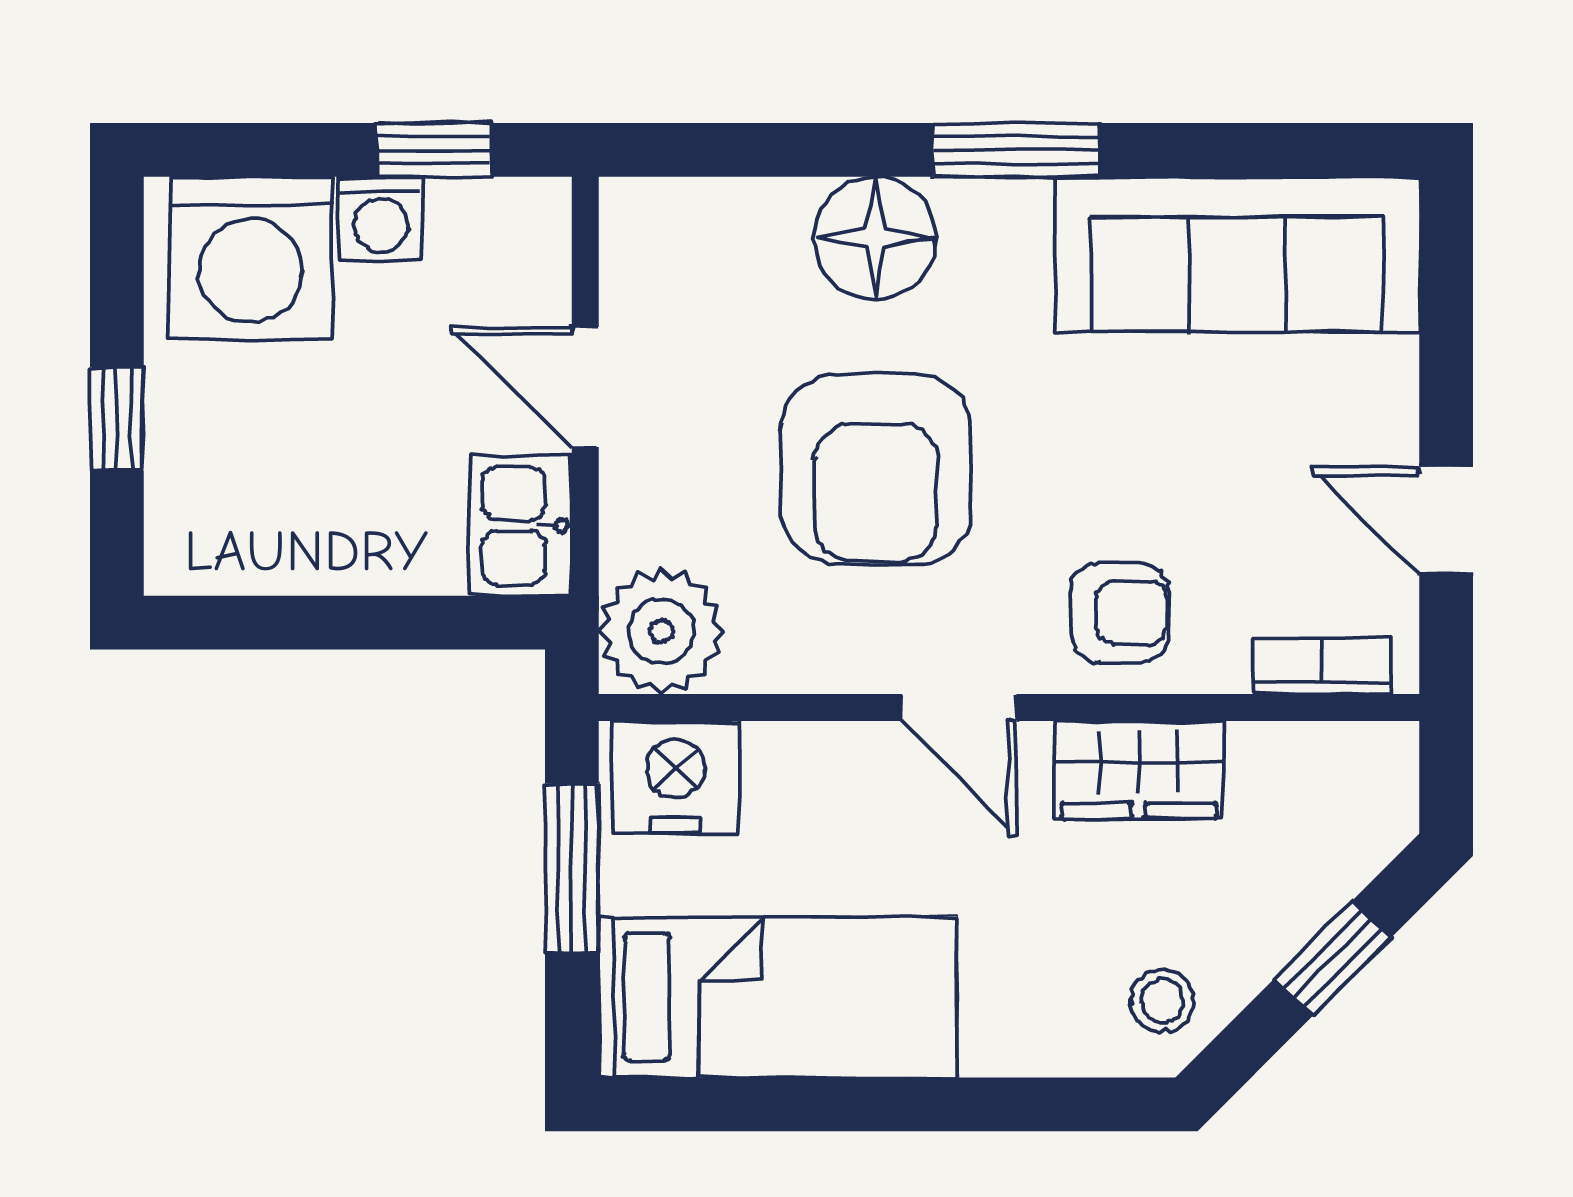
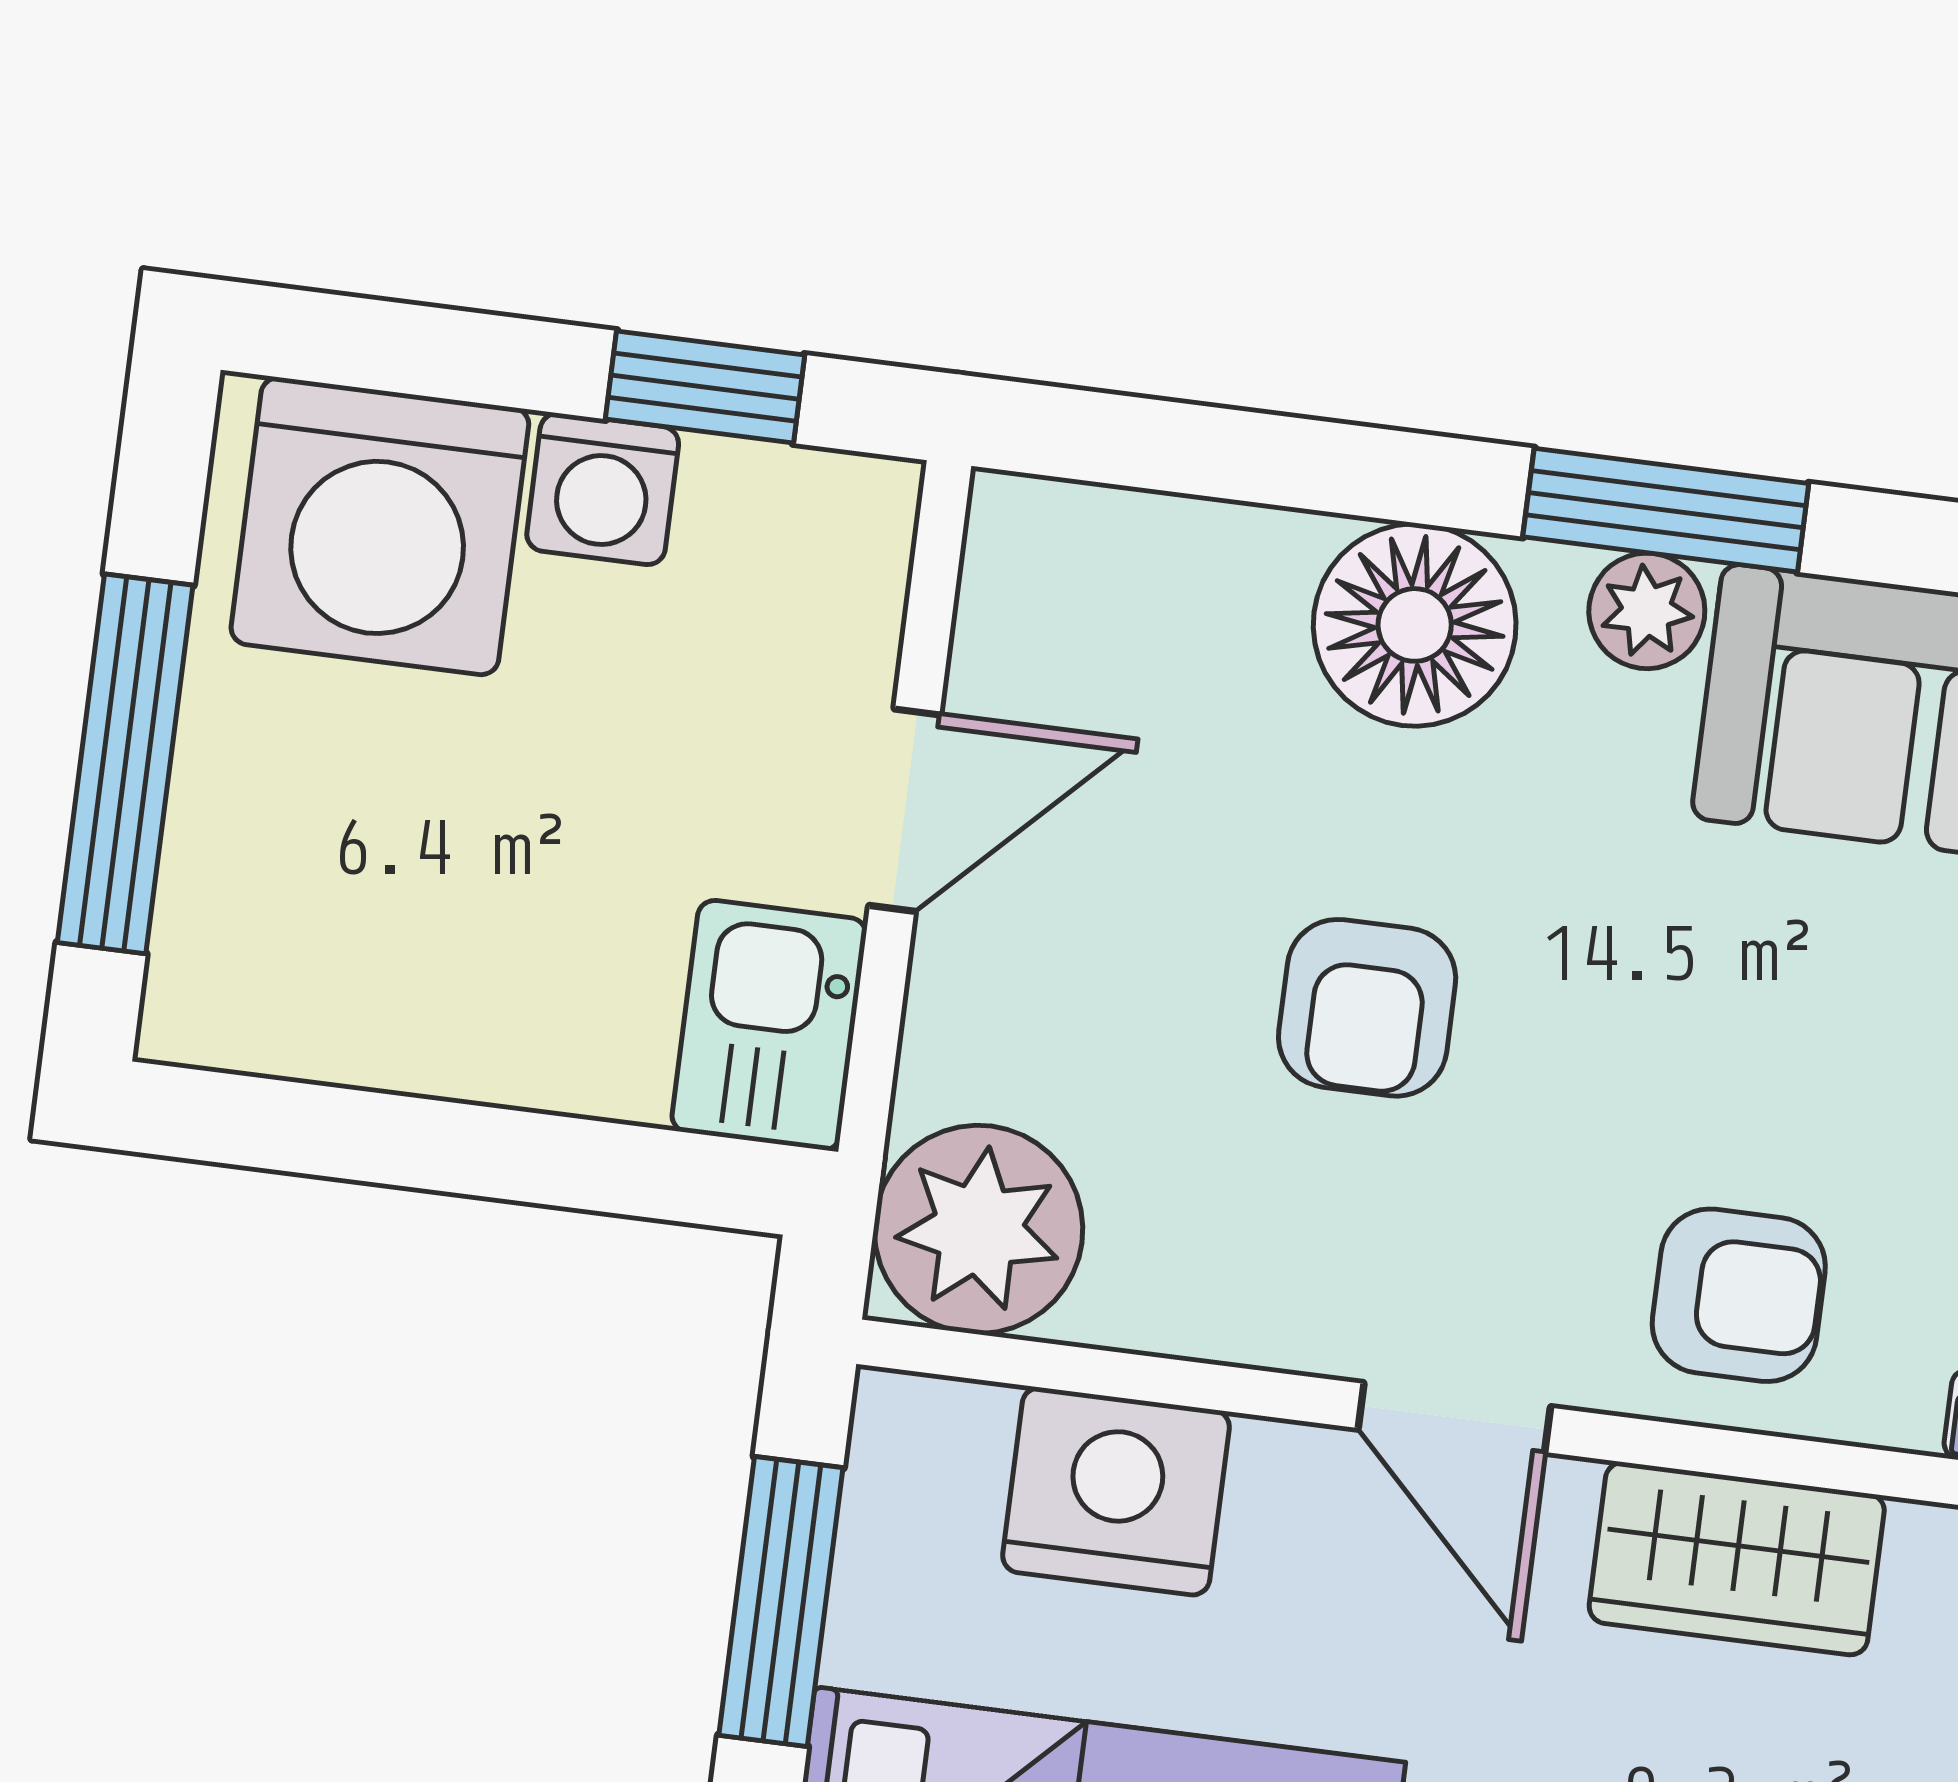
plant: (1013, 212) -> (1647, 611), added
door: (585, 387) -> (905, 810), swing flipped
window: (117, 419) -> (125, 764), width x2.17
armchair: (876, 470) -> (1367, 1008), width x0.53, depth x0.53
nightstand: (676, 777) -> (1116, 1491), moved

